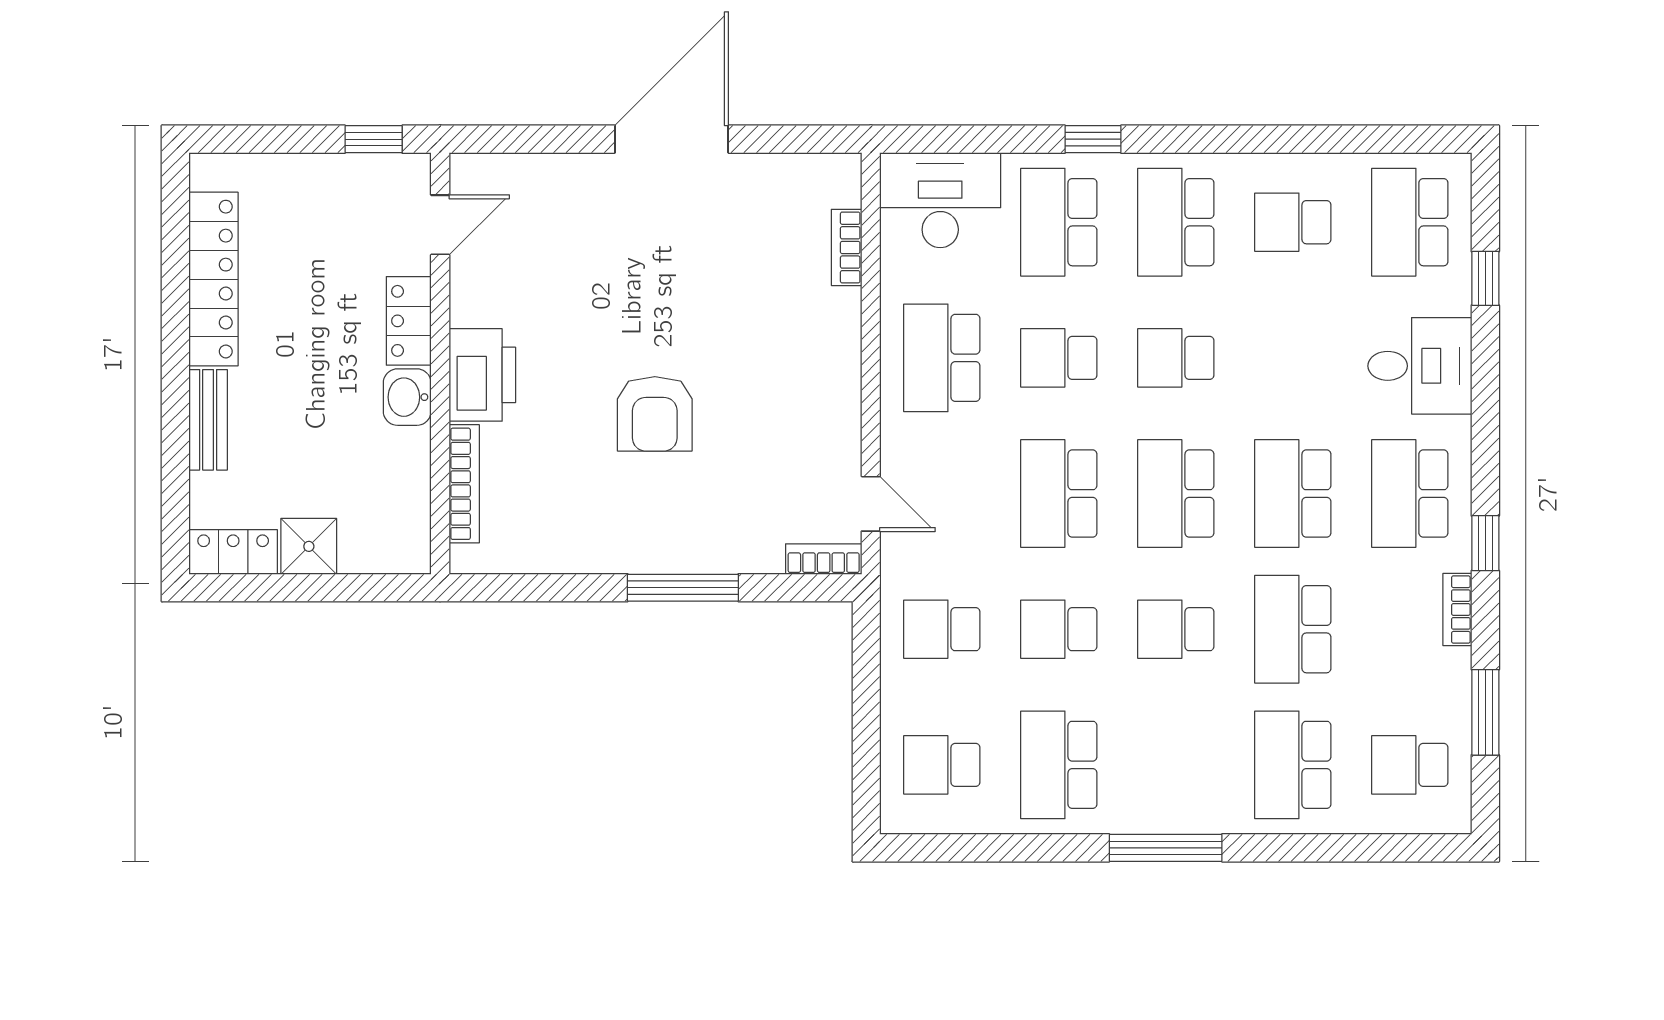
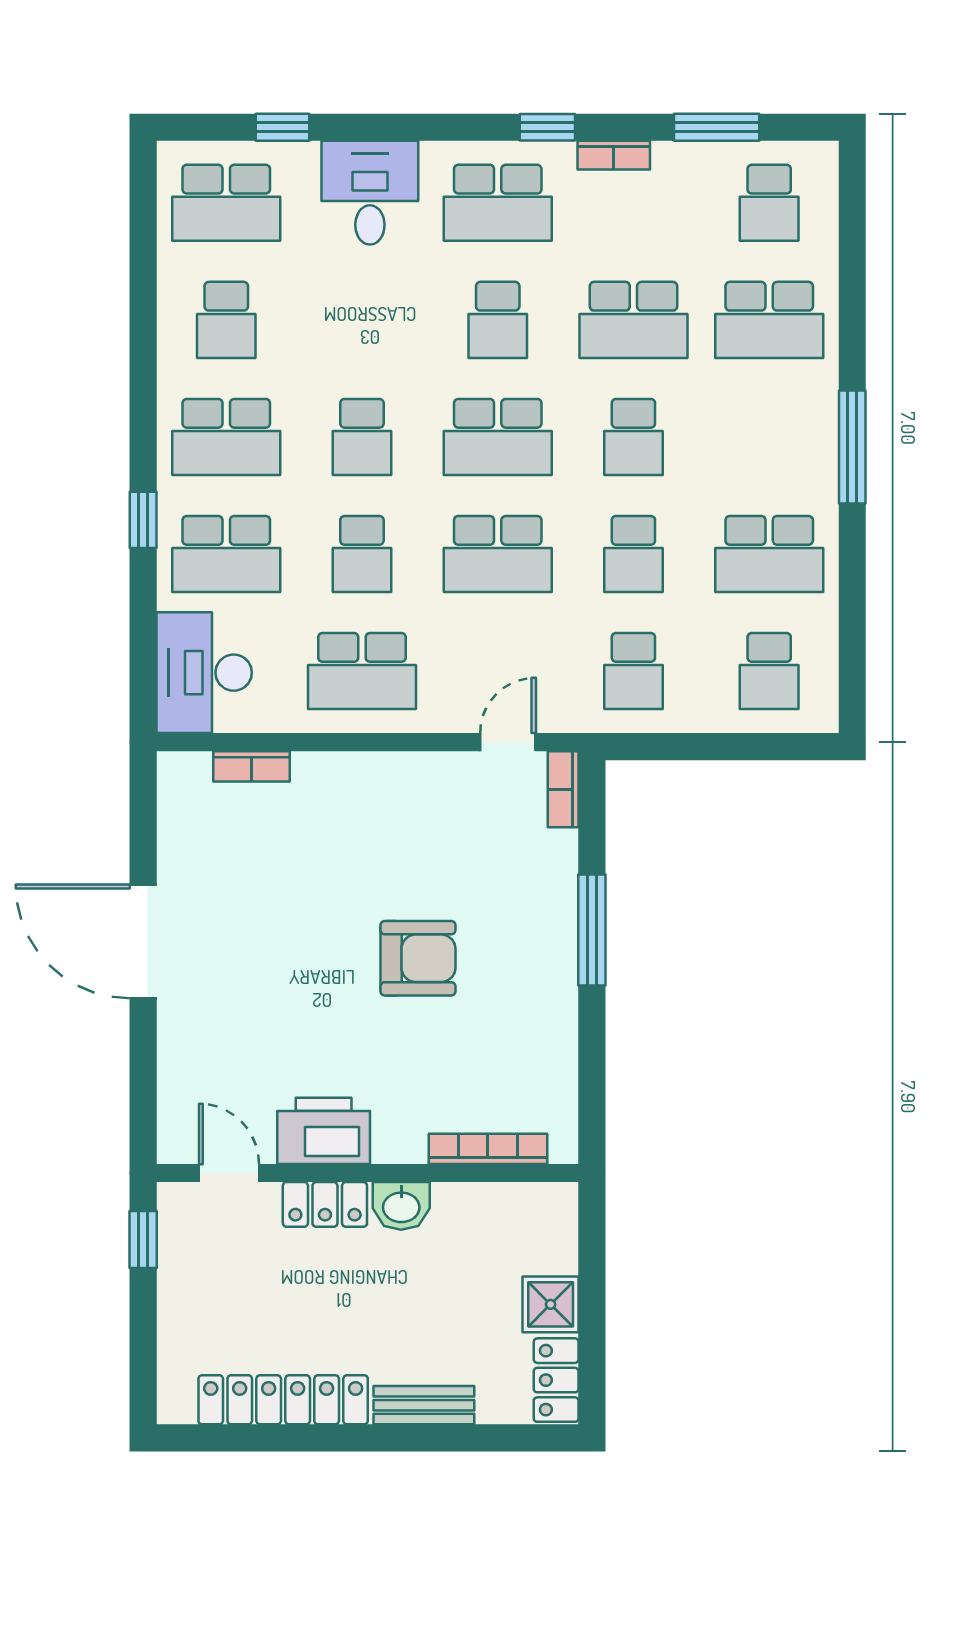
printer: (482, 375) -> (324, 1131), moved
school desk: (1293, 494) -> (498, 320), width x0.54

